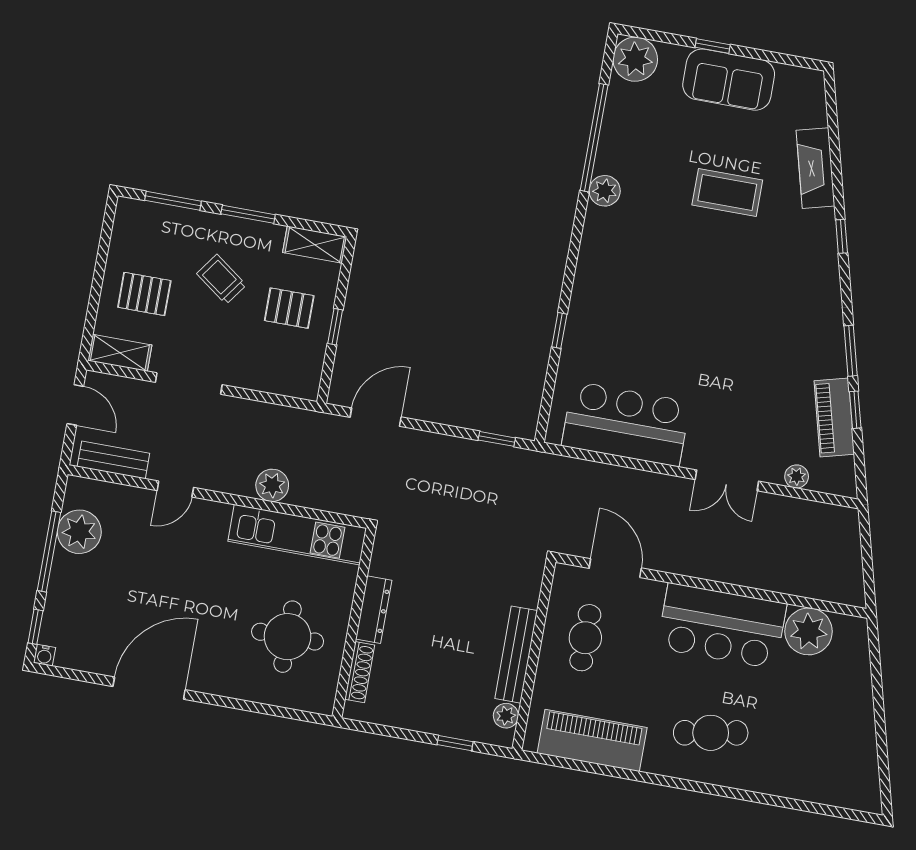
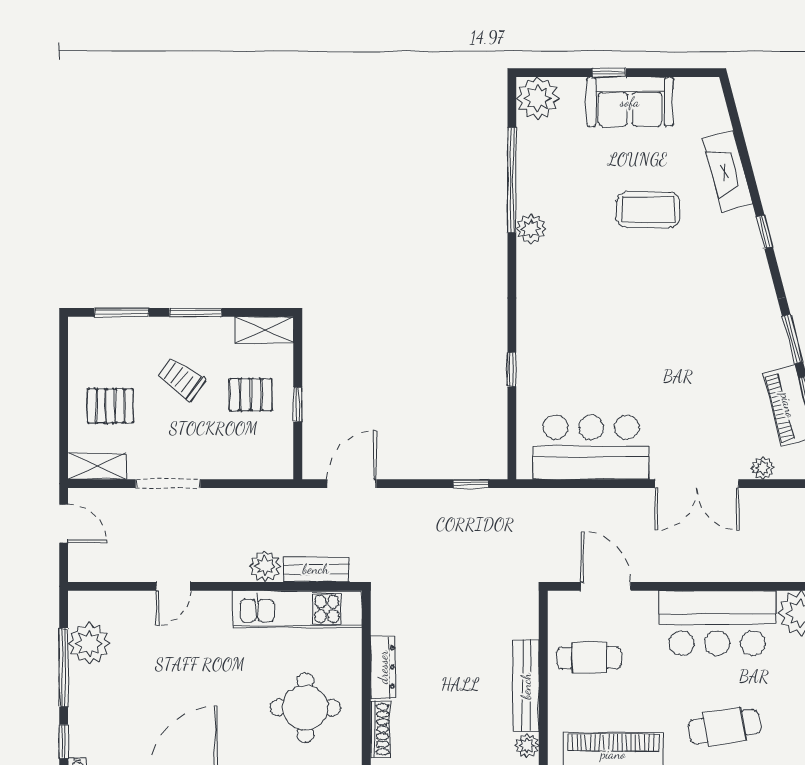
bench: (113, 460) -> (316, 569), moved
double door: (727, 480) -> (697, 484), width x1.37
cafe table: (585, 638) -> (589, 658), turned 90

